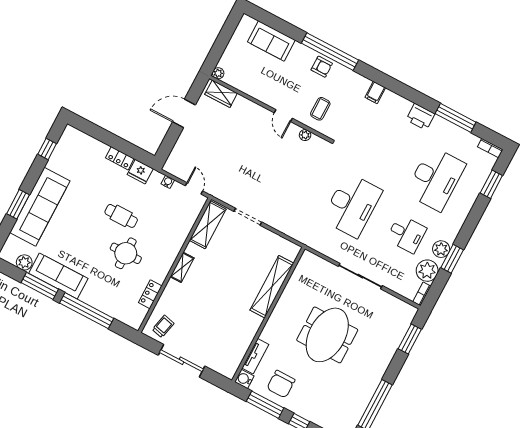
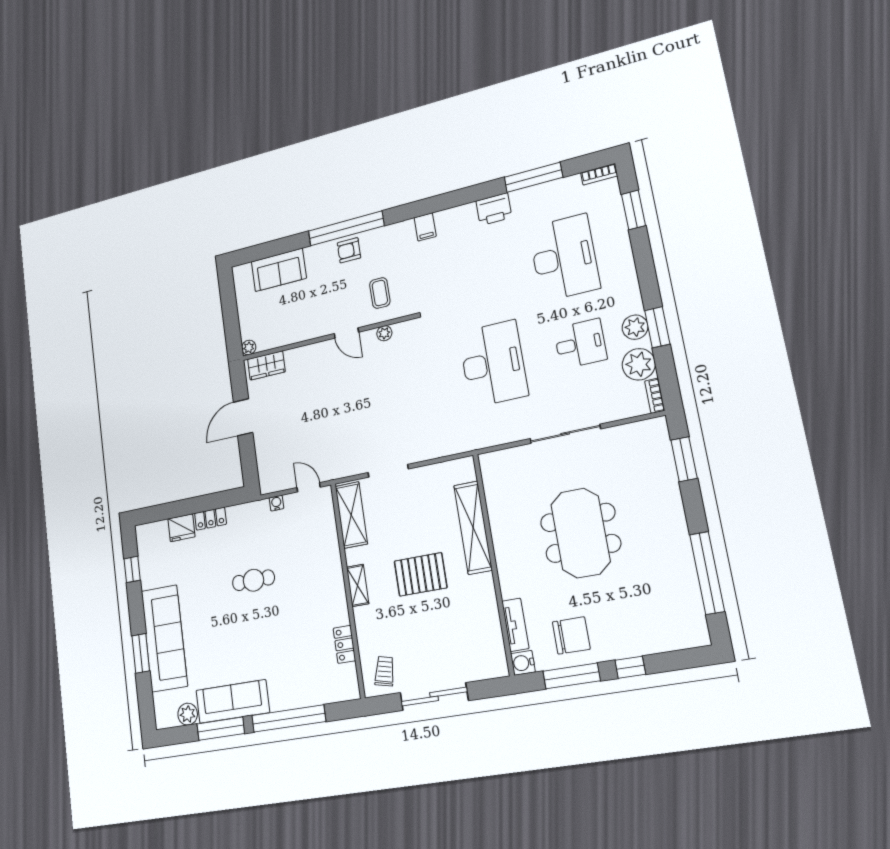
armchair: (322, 67) -> (349, 250), turned 180
fridge: (140, 172) -> (181, 528), moved
round table: (126, 253) -> (286, 618), removed
pallet: (223, 289) -> (421, 574), added
chair: (281, 384) -> (571, 635), turned -90

